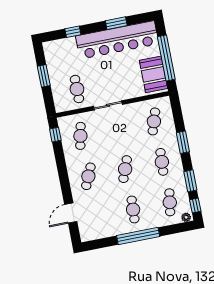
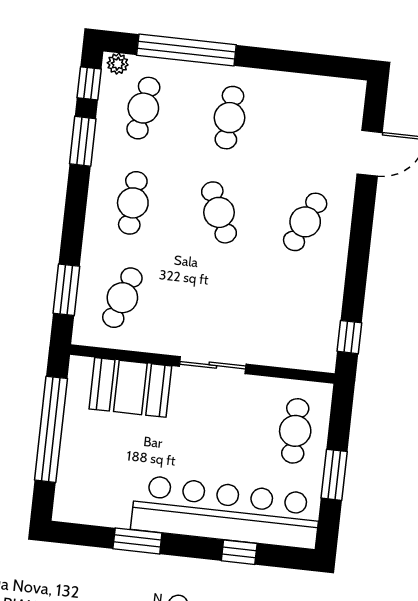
bar counter: (117, 40) -> (226, 512), moved
booth: (153, 74) -> (130, 387), moved, turned 90
cafe table: (77, 89) -> (295, 431), moved
cafe table: (80, 136) -> (295, 317), removed
window: (183, 142) -> (66, 290), moved
cafe table: (125, 169) -> (219, 212), turned -45
window: (138, 236) -> (186, 50), moved

